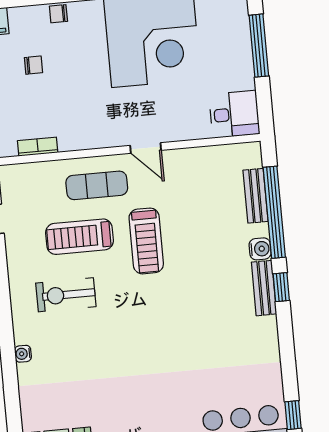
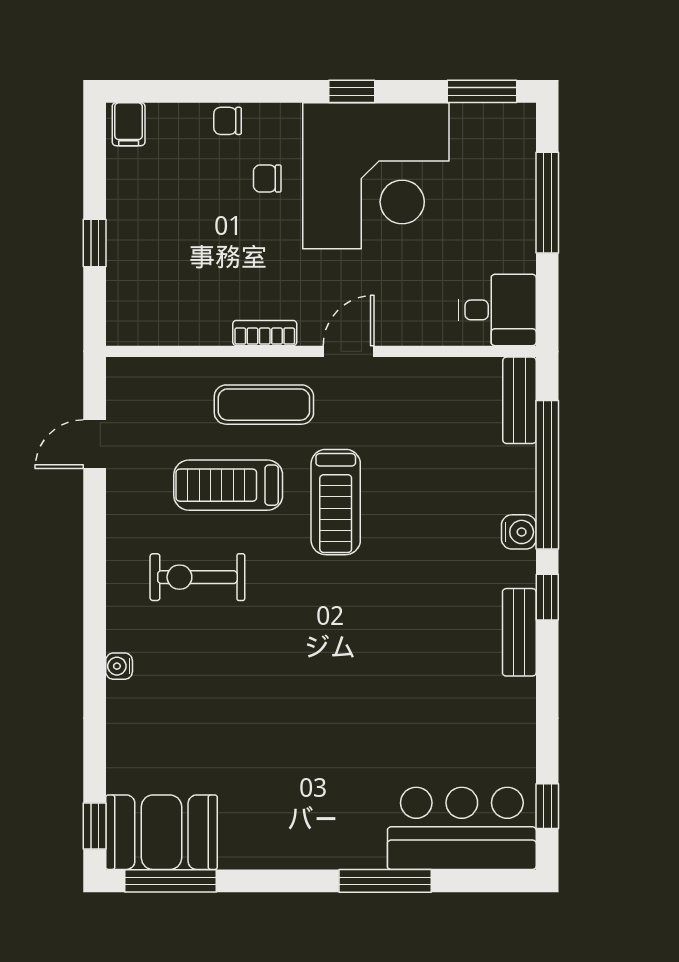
chair: (33, 65) -> (267, 178), moved, turned 180
bookcase: (38, 147) -> (265, 333), moved
door: (146, 148) -> (349, 351), swing flipped
bench: (256, 196) -> (520, 400), moved
bench: (264, 288) -> (519, 632), moved

